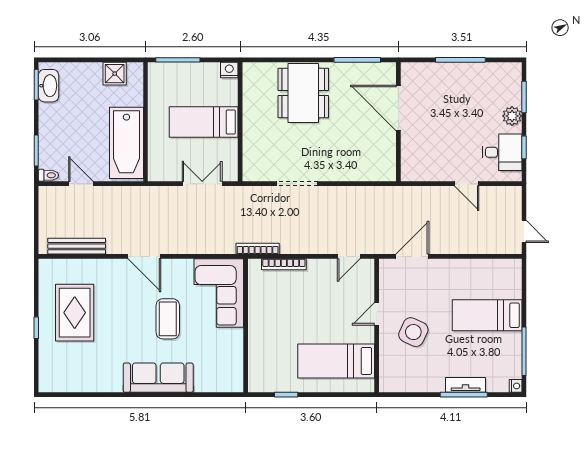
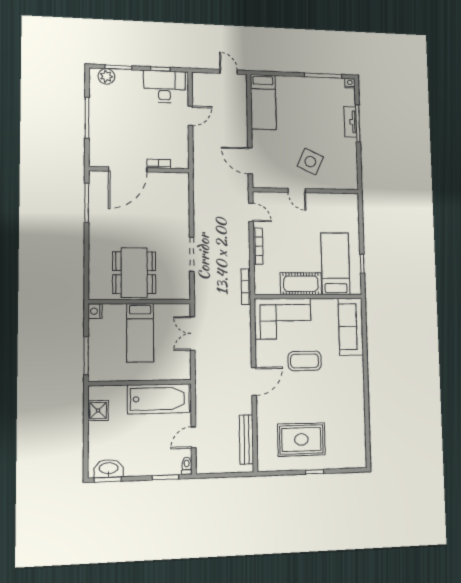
dining table: (303, 93) -> (134, 273), moved, turned 90
plant: (512, 116) -> (106, 76), moved
bookcase: (406, 145) -> (159, 164), added
desk: (502, 152) -> (164, 87), width x1.37
door: (524, 231) -> (229, 72), hinge flipped
bookcase: (284, 264) -> (258, 246), moved
bed: (487, 315) -> (263, 102), moved
cot: (261, 316) -> (301, 284), added
bed: (336, 361) -> (335, 264), moved, turned 180
sofa: (158, 378) -> (351, 327), moved

